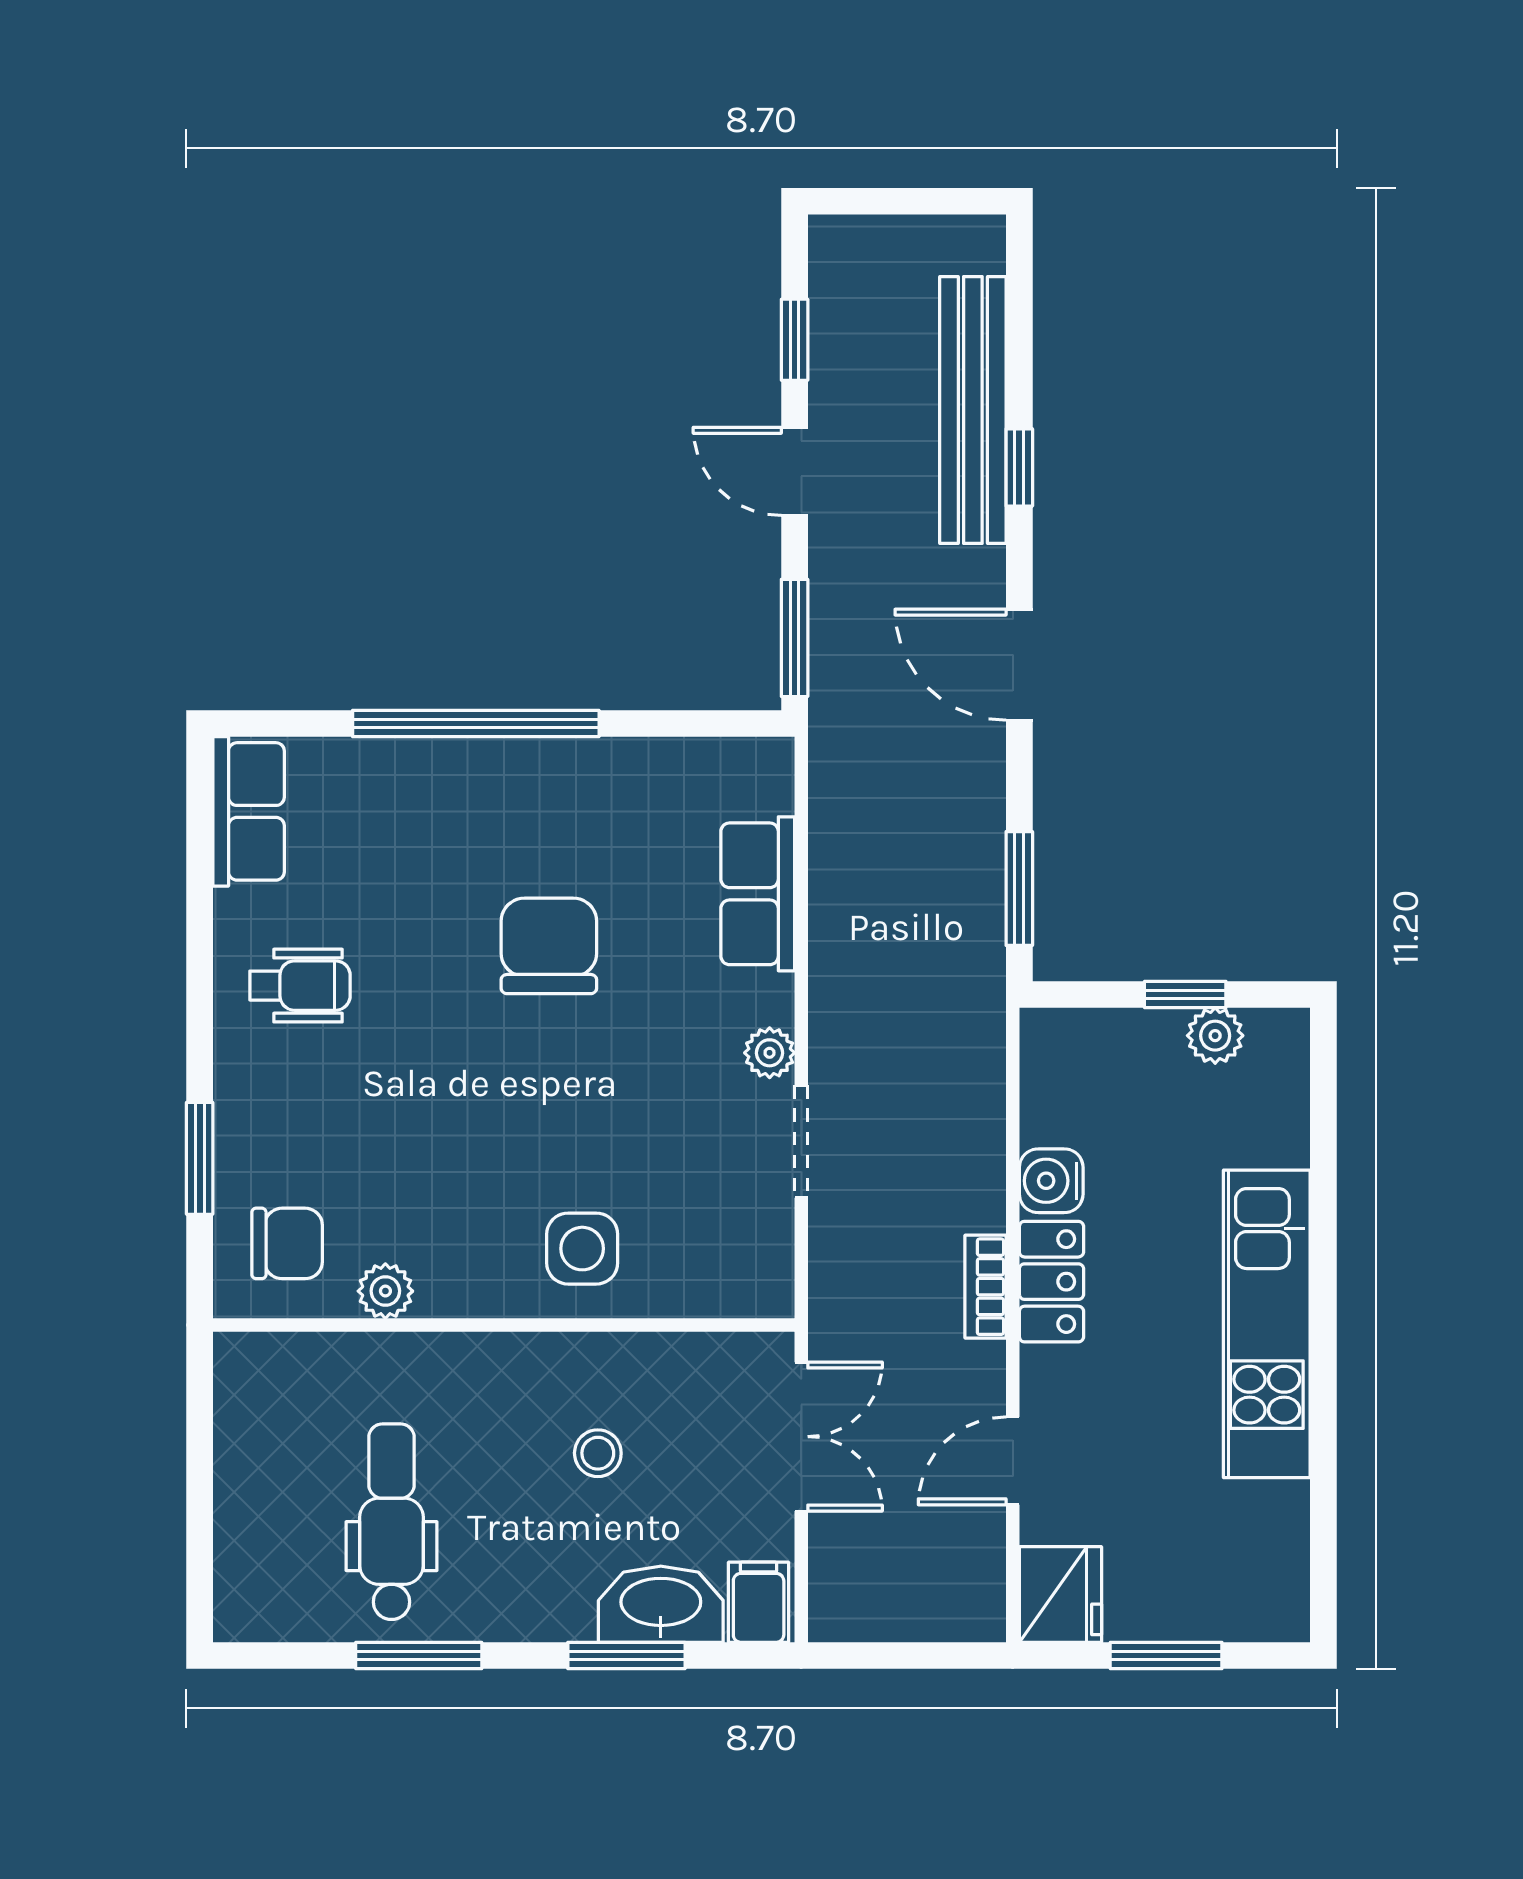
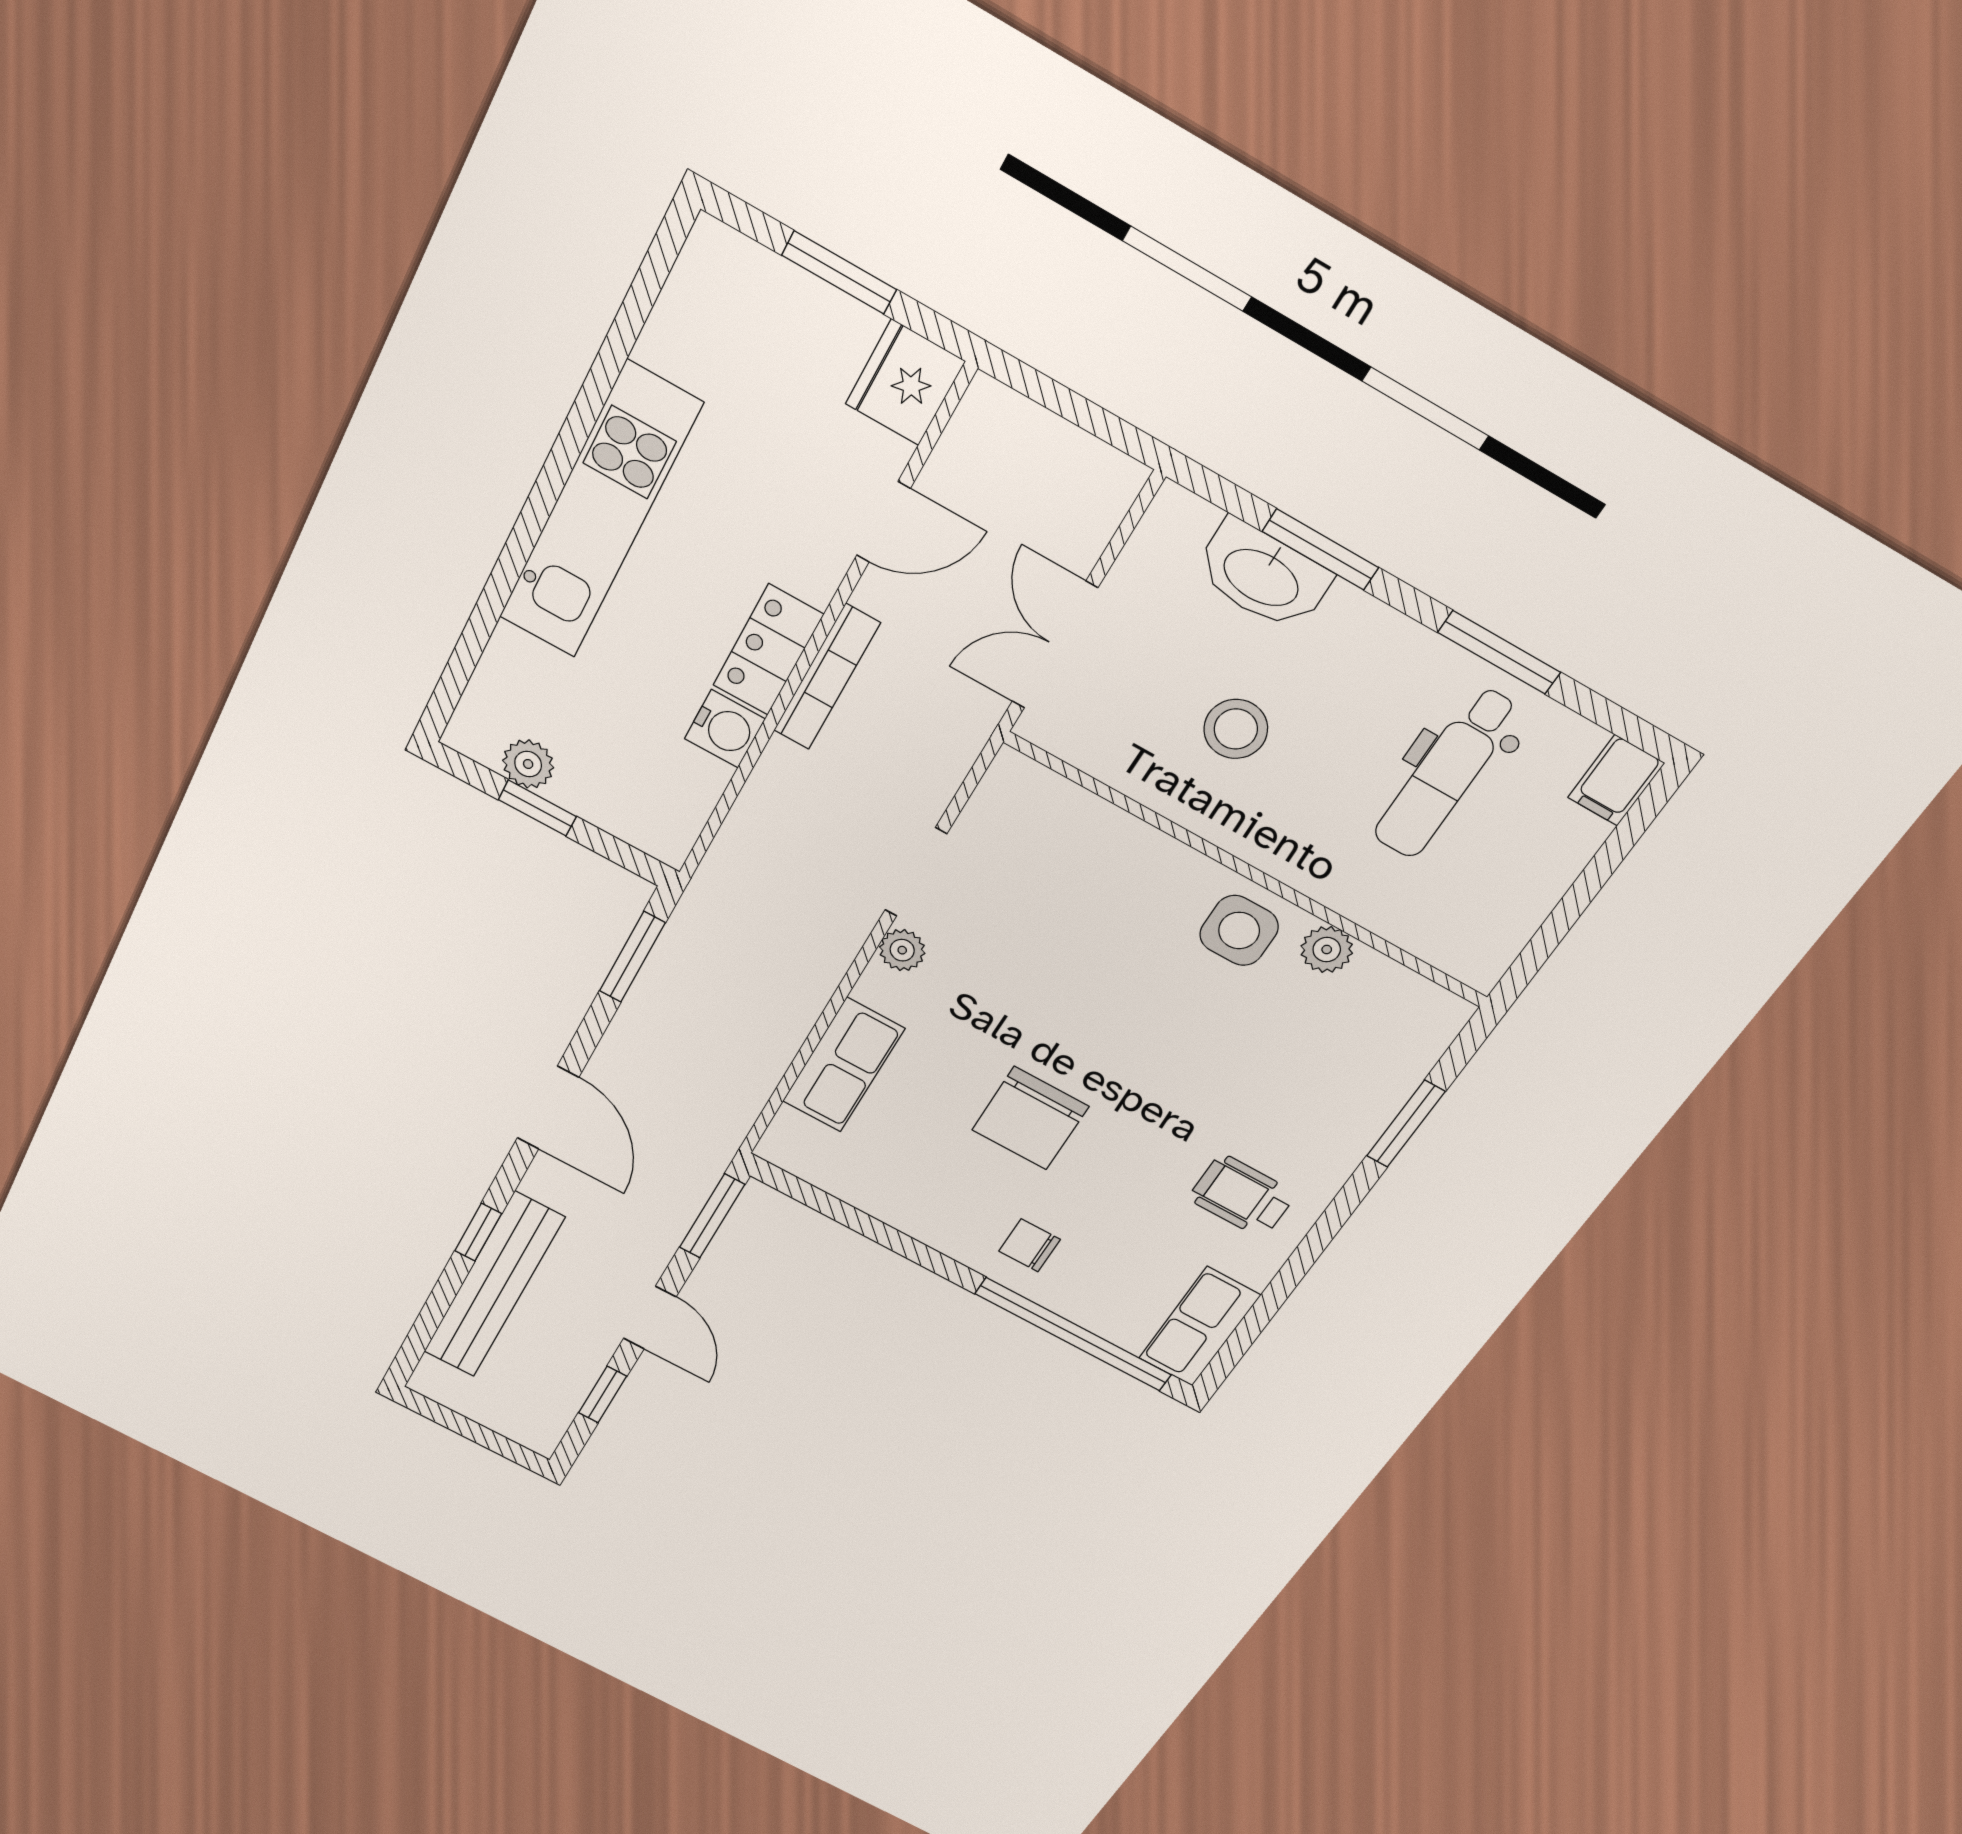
window: (476, 723) -> (1073, 1334), moved
chair: (287, 1243) -> (1030, 1245), moved, width x0.73, depth x0.73
side table: (582, 1249) -> (1239, 930), moved
bookcase: (985, 1287) -> (827, 677), width x1.56
stool: (598, 1453) -> (1236, 729), width x1.37, depth x1.37
filing cabinet: (759, 1602) -> (1616, 780), moved

